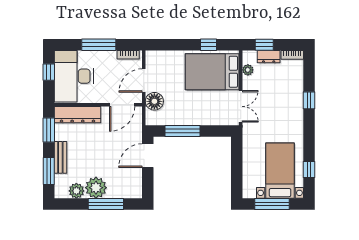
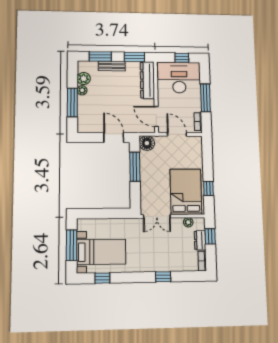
floor lamp: (154, 101) -> (147, 143), moved
plant: (96, 188) -> (82, 90), width x0.53, depth x0.53

